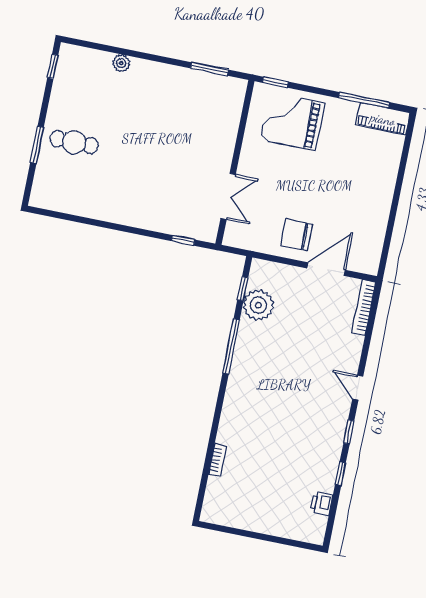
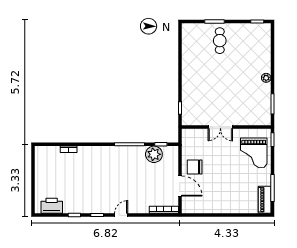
plant: (121, 63) -> (266, 78), moved
grand piano: (293, 121) -> (254, 153), turned 180
double door: (228, 196) -> (220, 127), moved
chair: (297, 235) -> (195, 167), turned -90
printer: (321, 504) -> (52, 206), width x1.87, depth x1.48

